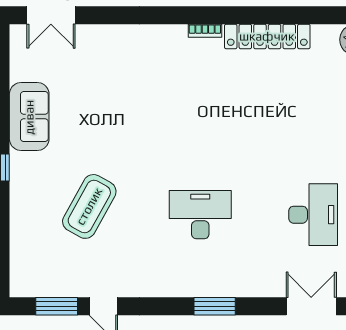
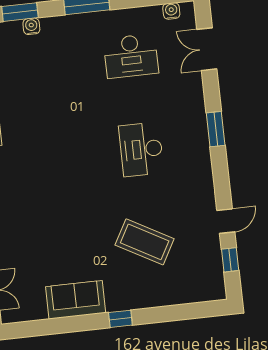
desk: (313, 215) -> (131, 56), turned 180
window: (57, 306) -> (230, 260), width x0.67

